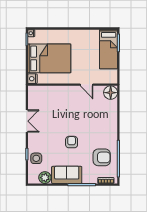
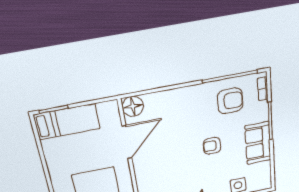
door: (86, 85) -> (127, 142), width x1.87
armchair: (102, 157) -> (230, 101), turned 90
plant: (45, 178) -> (263, 170), removed

